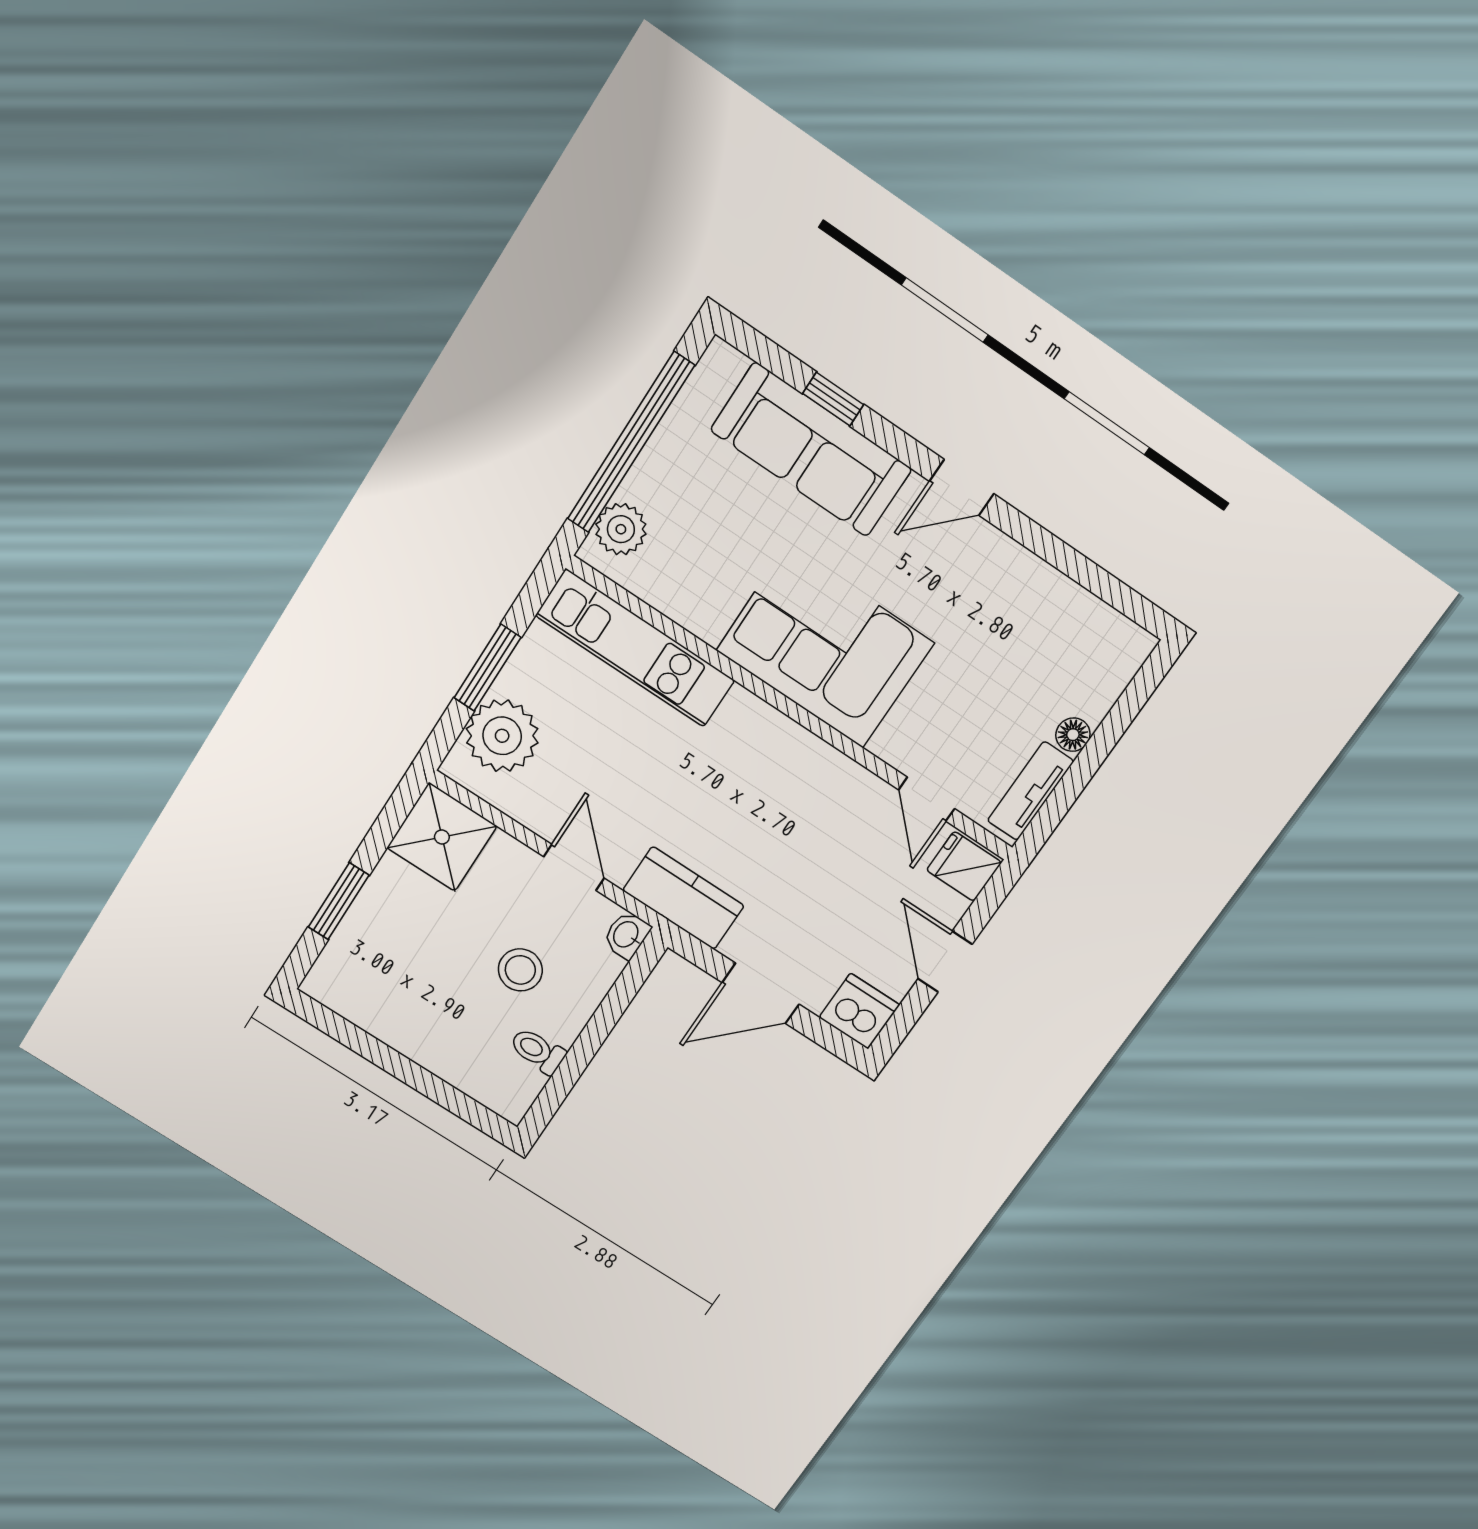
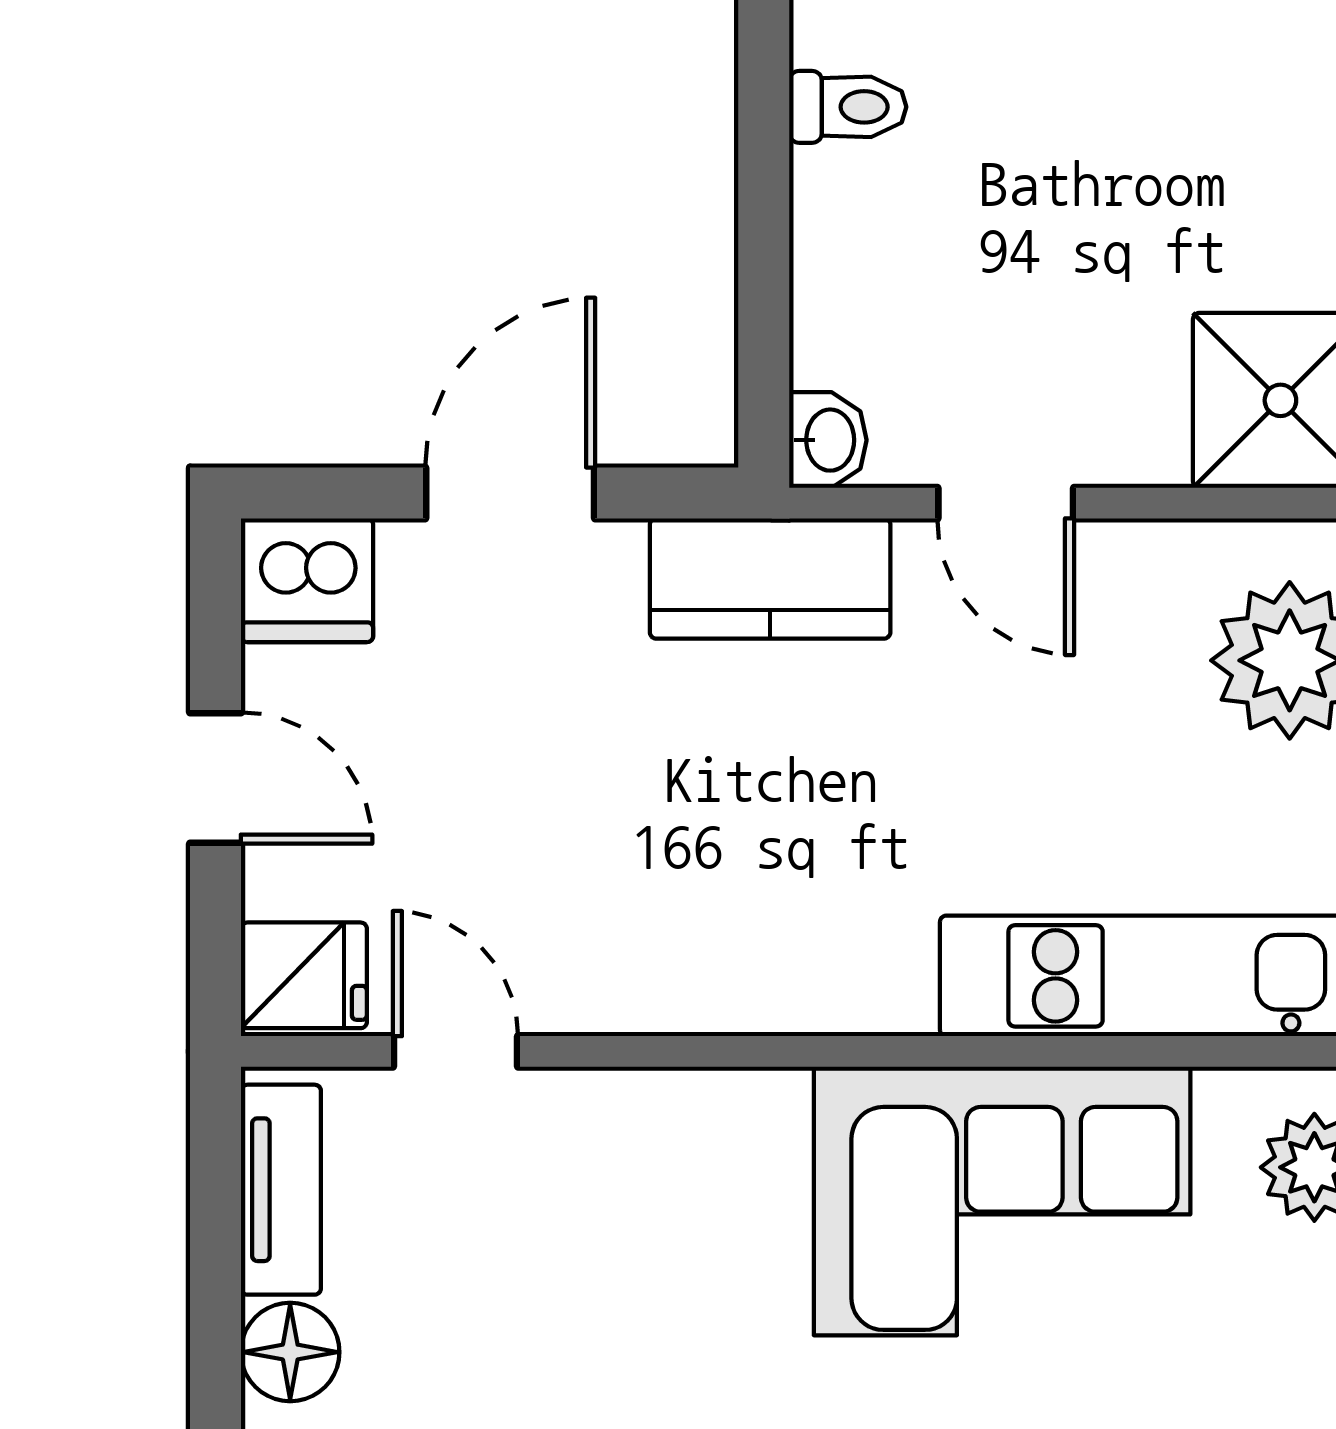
corner sofa: (825, 647) -> (1002, 1201), moved
floor lamp: (1073, 735) -> (290, 1352), width x1.37, depth x1.37
stool: (520, 970) -> (979, 243), removed

